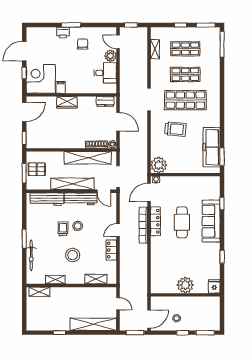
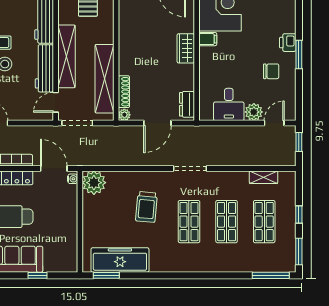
shop shelf: (185, 100) -> (189, 222), width x0.70, depth x0.74

